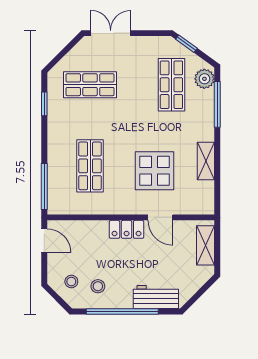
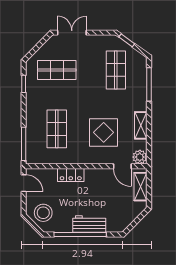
plant: (204, 79) -> (140, 157), moved
door: (160, 217) -> (122, 166), moved
locker: (127, 229) -> (71, 175), moved
stool: (71, 282) -> (43, 213), width x1.89, depth x1.89
stool: (98, 286) -> (62, 216), removed
workbench: (156, 297) -> (89, 224), moved

